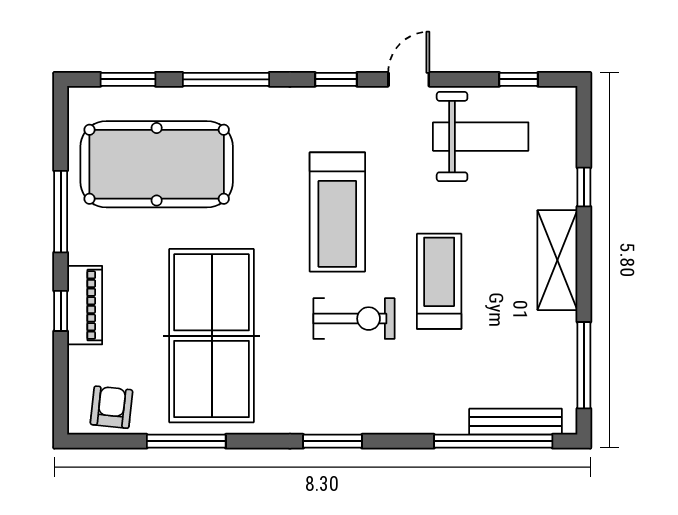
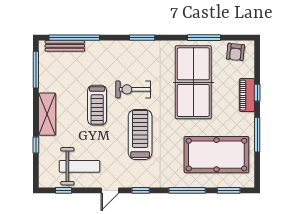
weight bench: (481, 137) -> (80, 166), turned 180

